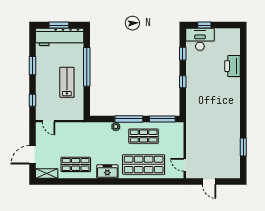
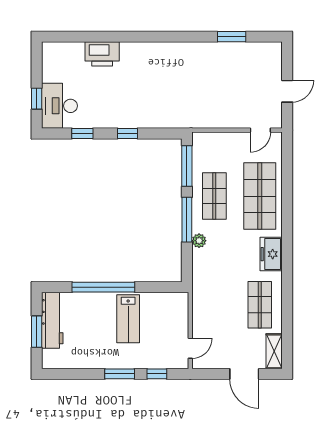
workbench: (60, 37) -> (52, 320), width x0.73, depth x0.76
window: (32, 66) -> (120, 374), moved
lab bench: (67, 82) -> (128, 319), turned -90

